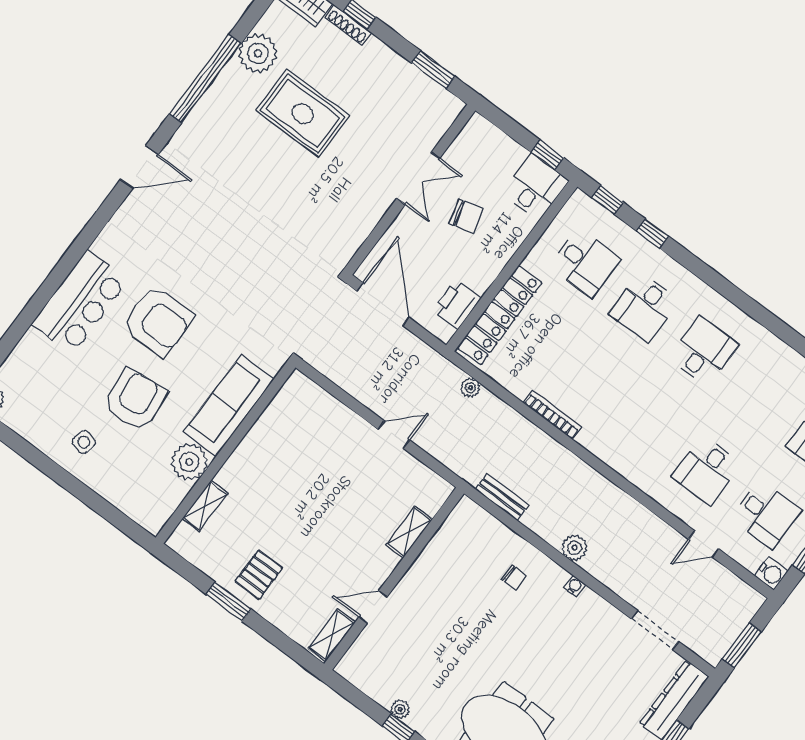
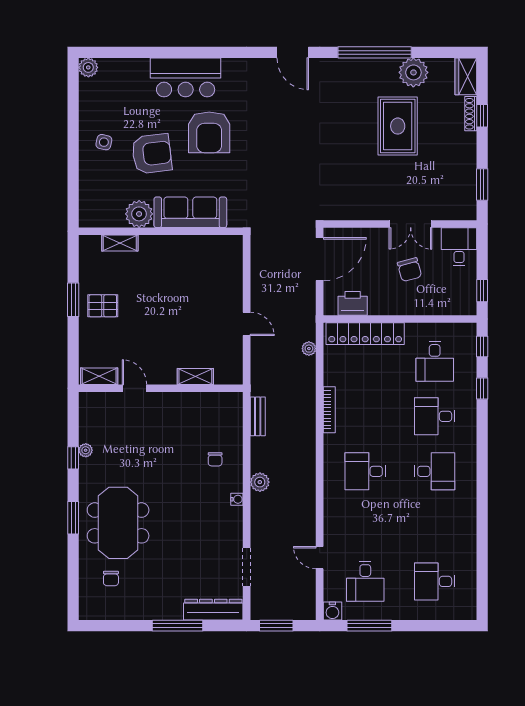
desk: (535, 187) -> (459, 247), moved, turned -90
desk: (707, 470) -> (365, 471), moved

